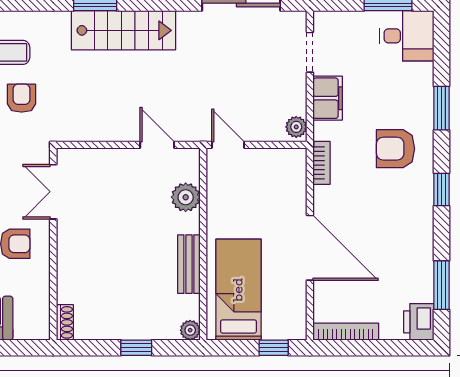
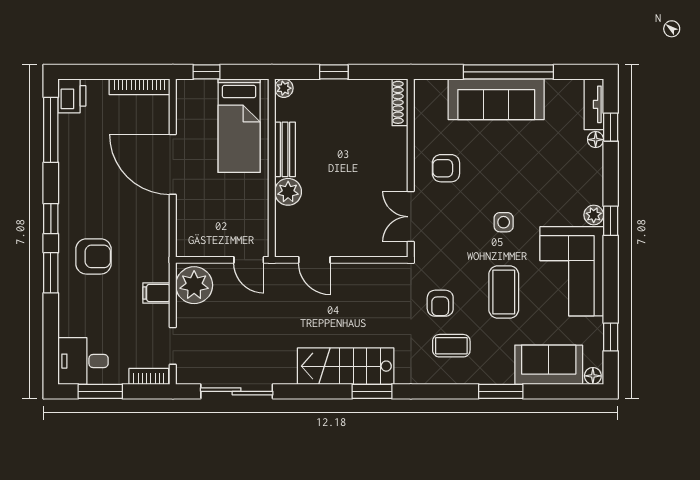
filing cabinet: (328, 98) -> (156, 293), width x0.50
window: (442, 108) -> (51, 273), moved
plant: (296, 127) -> (194, 285), width x1.88, depth x1.88
bookcase: (322, 163) -> (149, 376), moved, turned 90
double door: (53, 192) -> (411, 217), swing flipped
plant: (186, 197) -> (288, 192), moved
window: (442, 285) -> (51, 130), width x1.44
shoe rack: (65, 322) -> (400, 102), width x1.43

